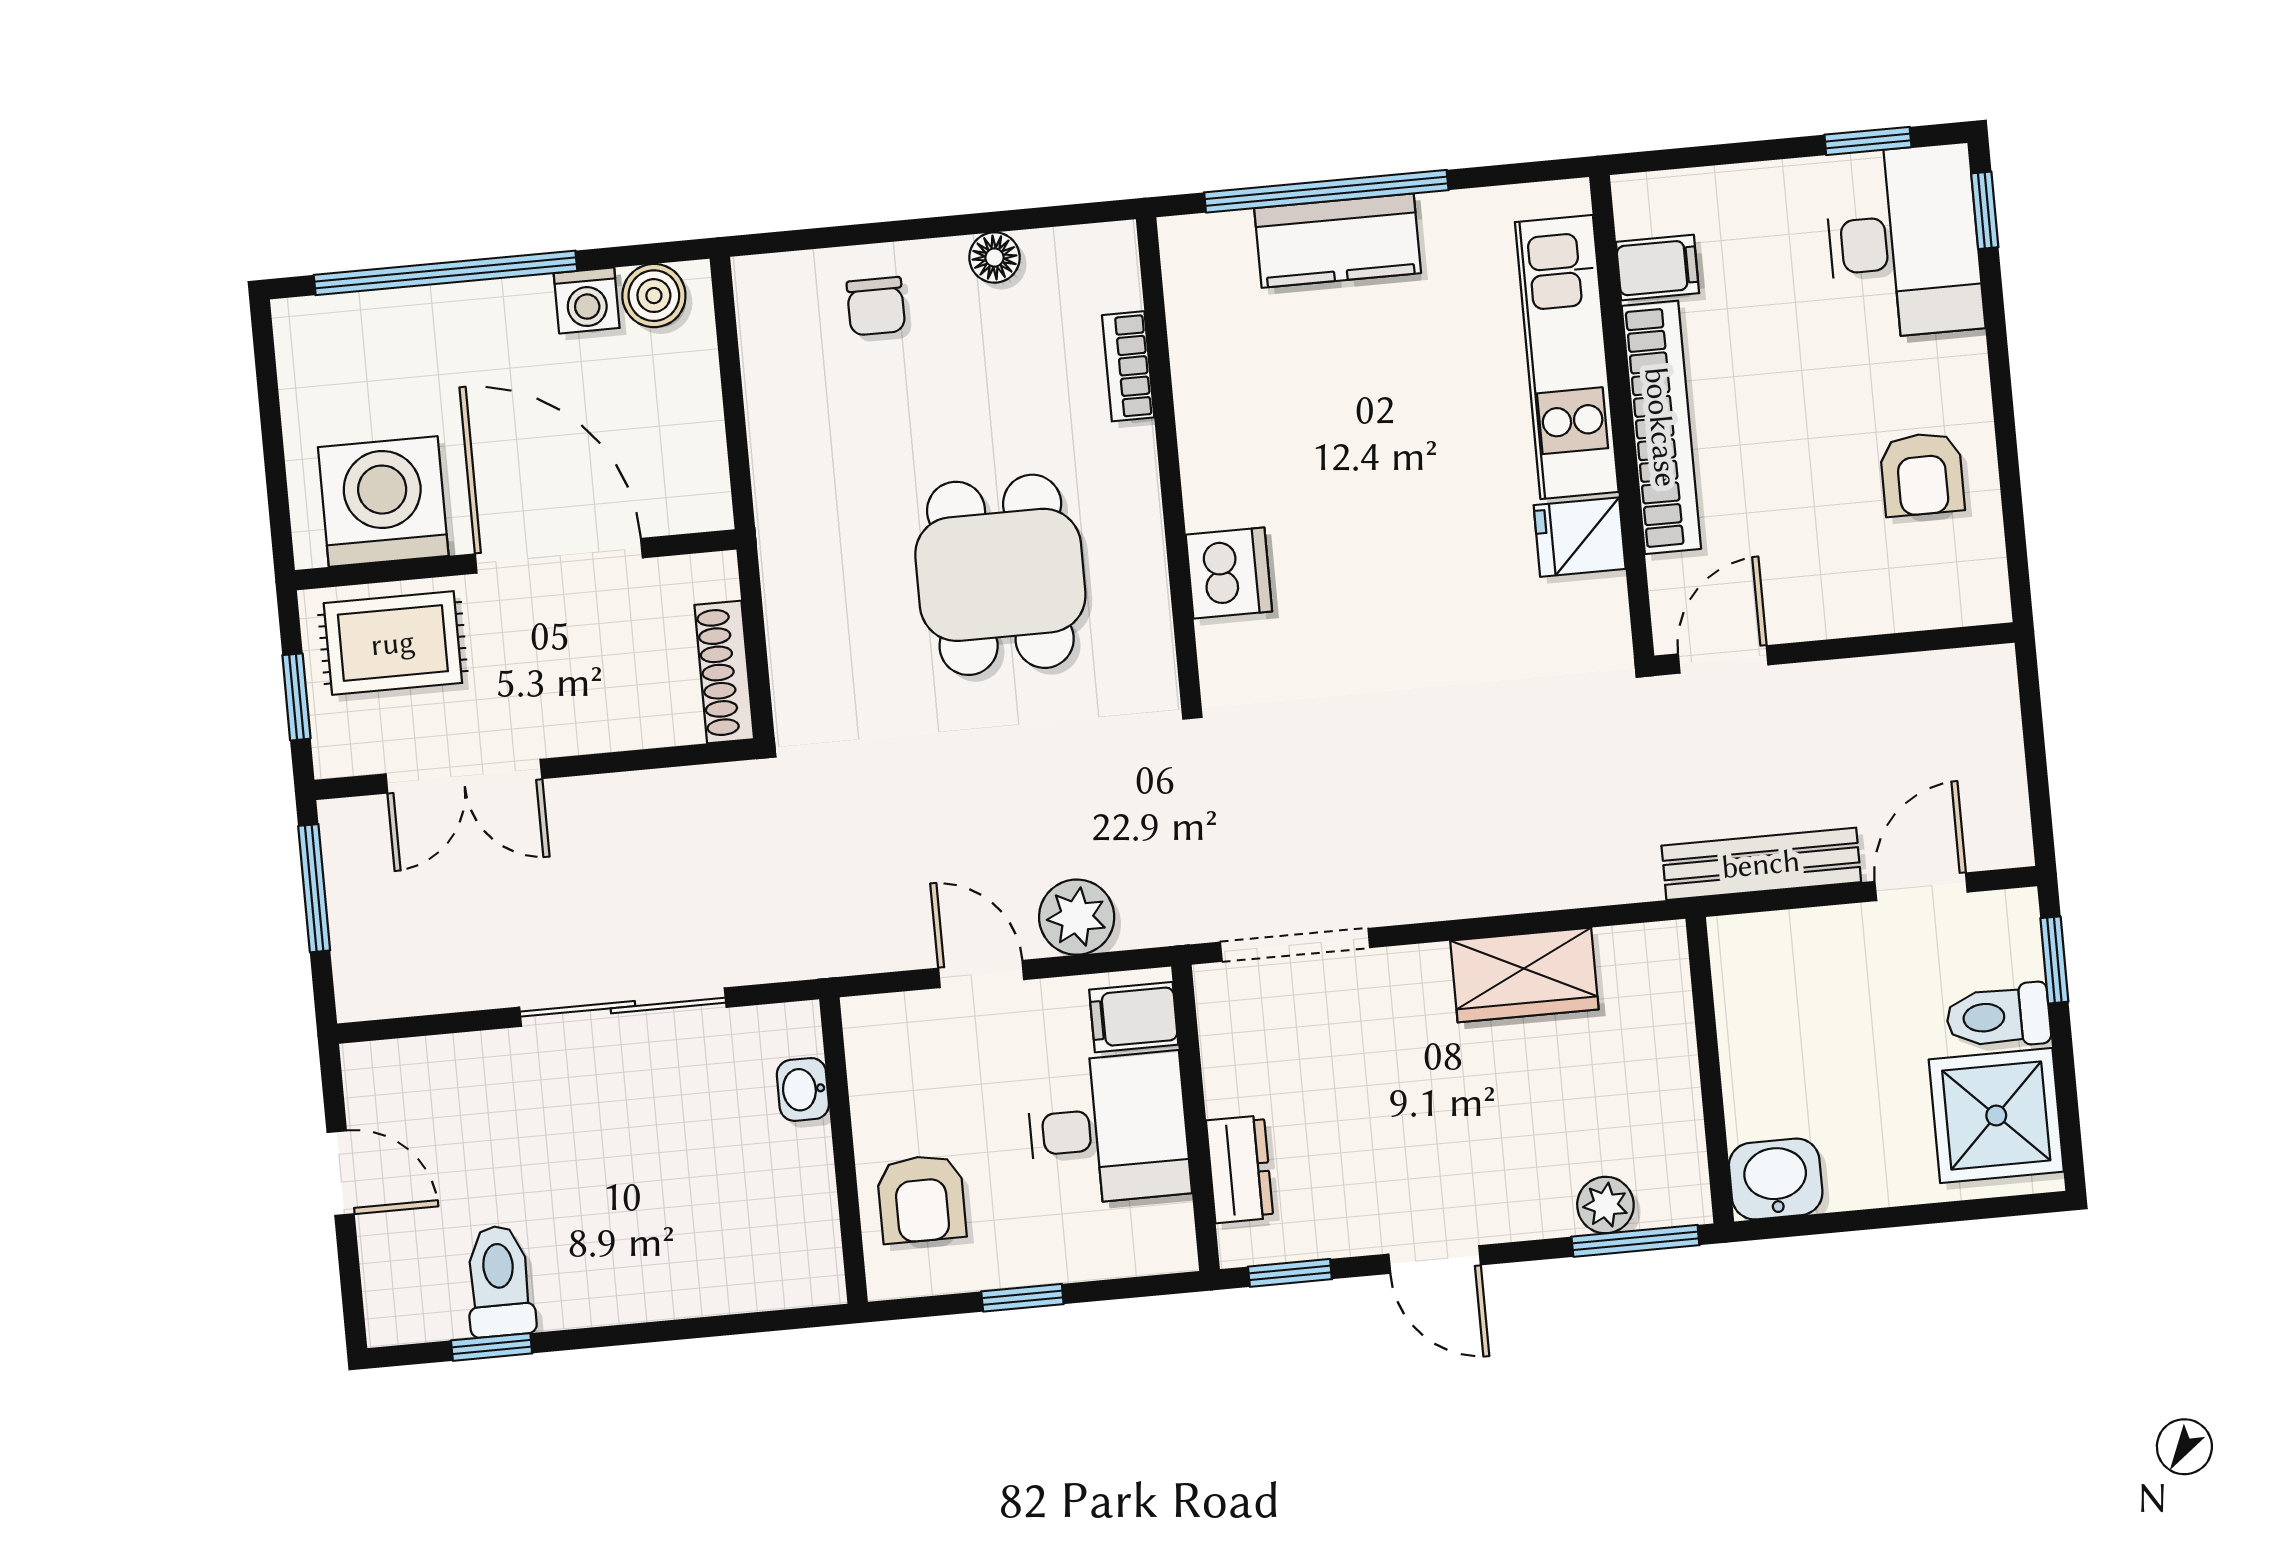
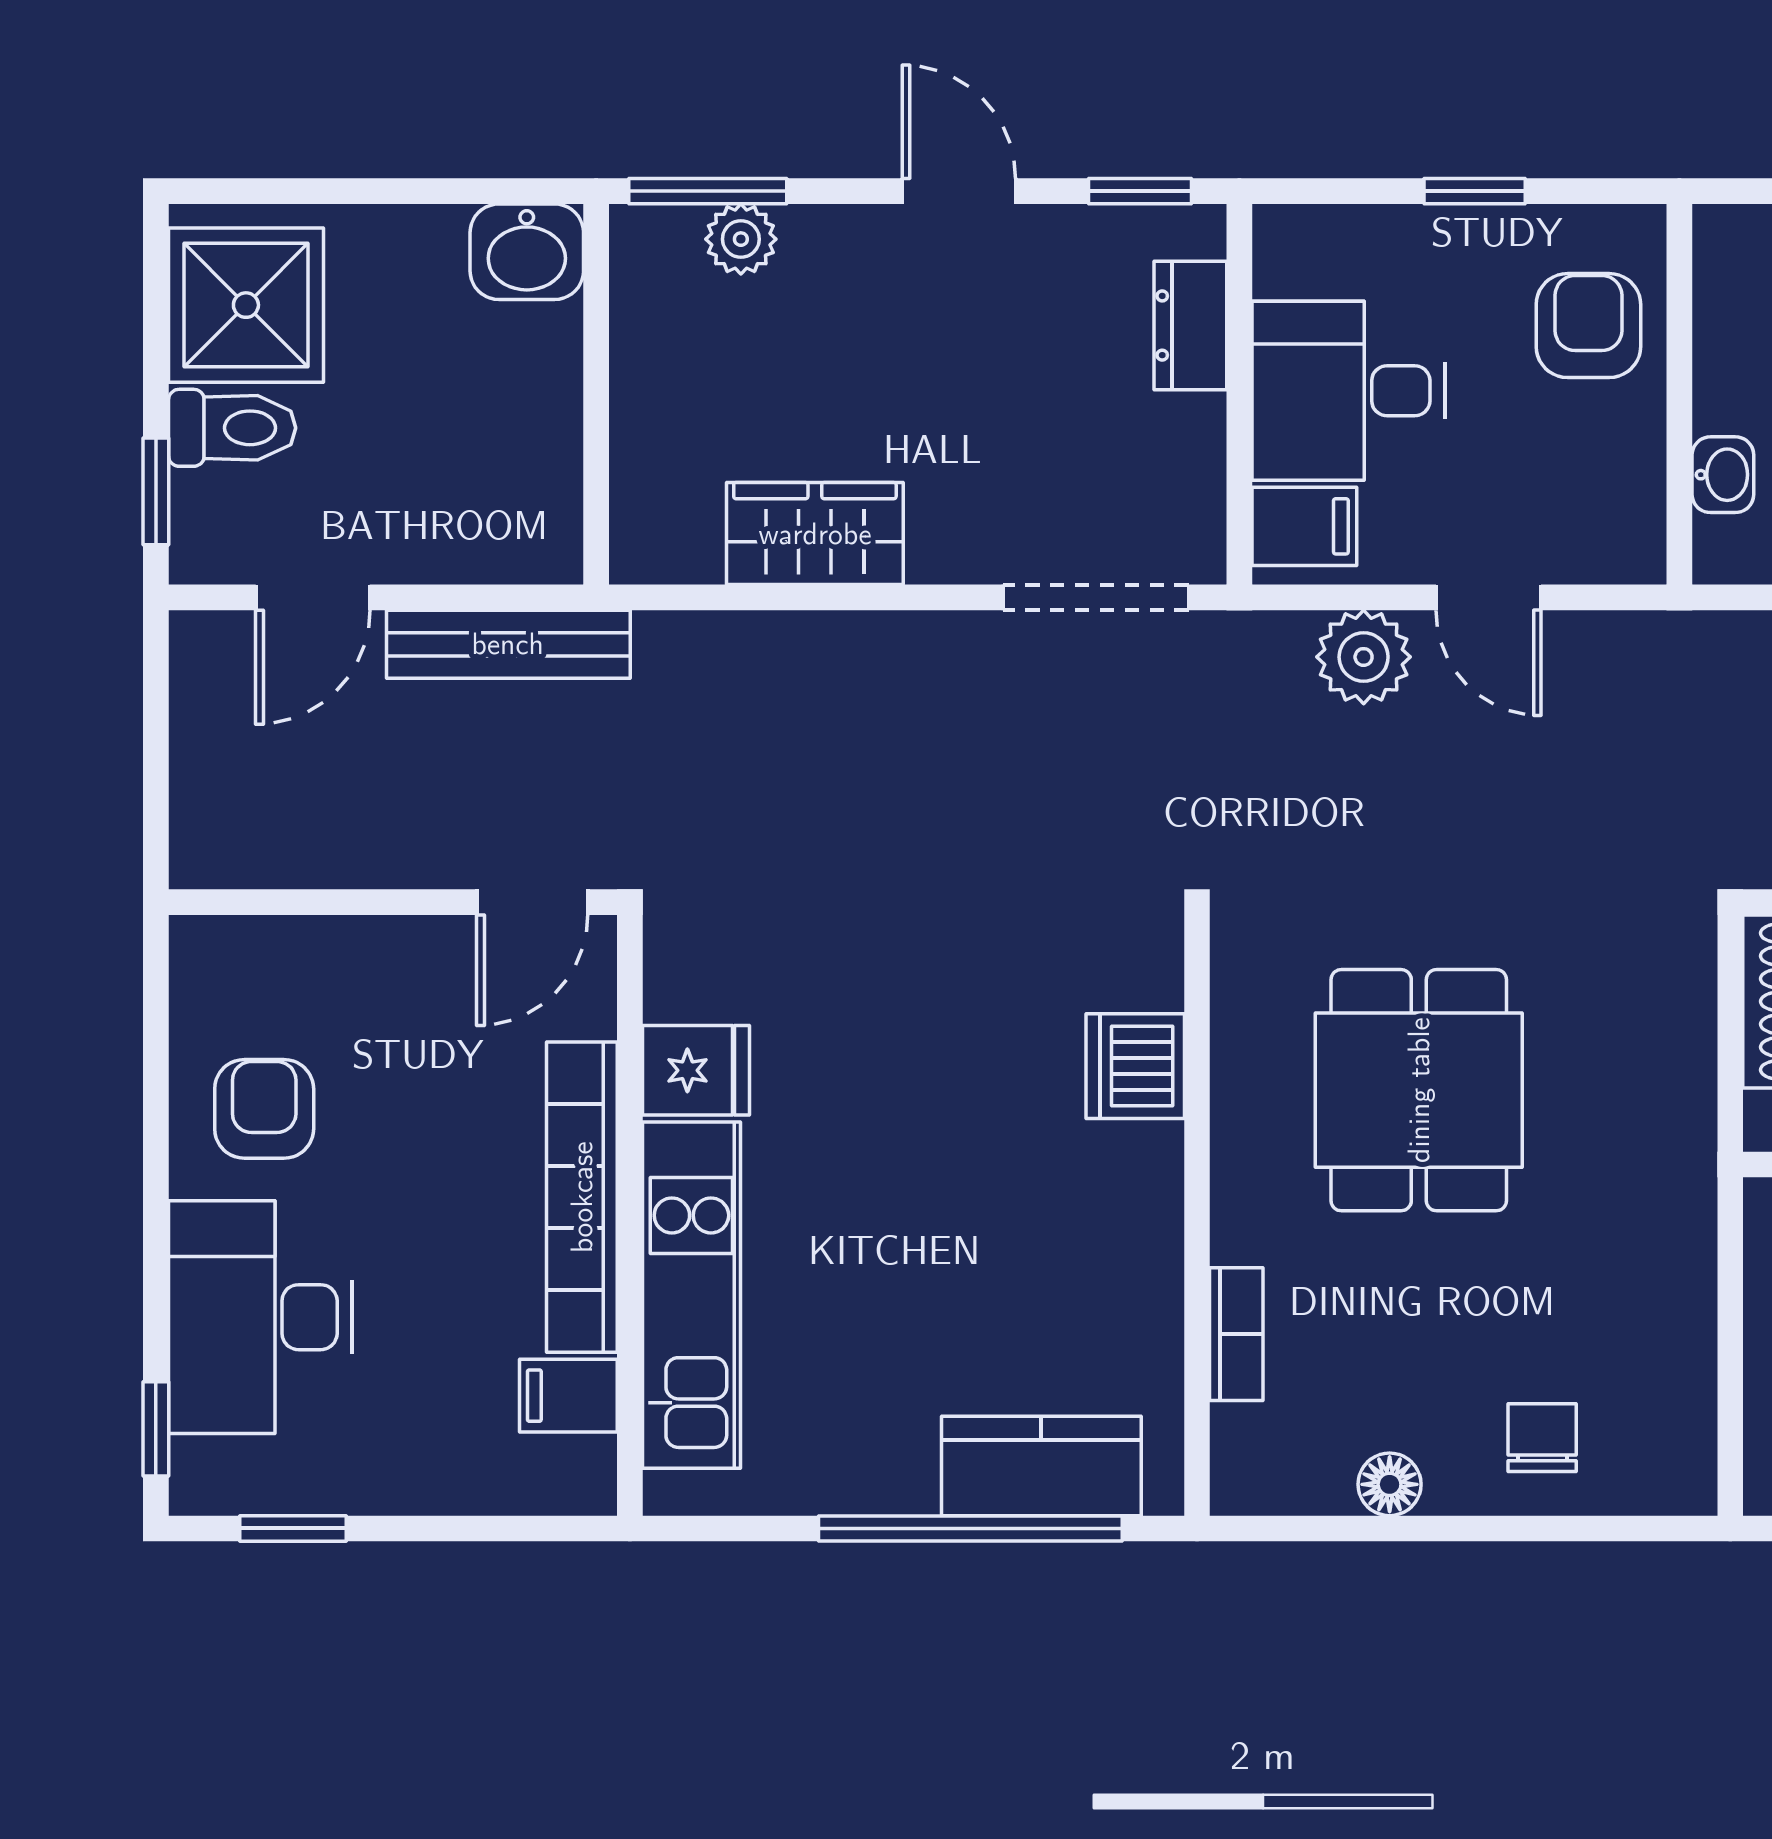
kitchen counter: (1338, 241) -> (1041, 1466), moved
desk: (1904, 242) -> (260, 1317), moved

